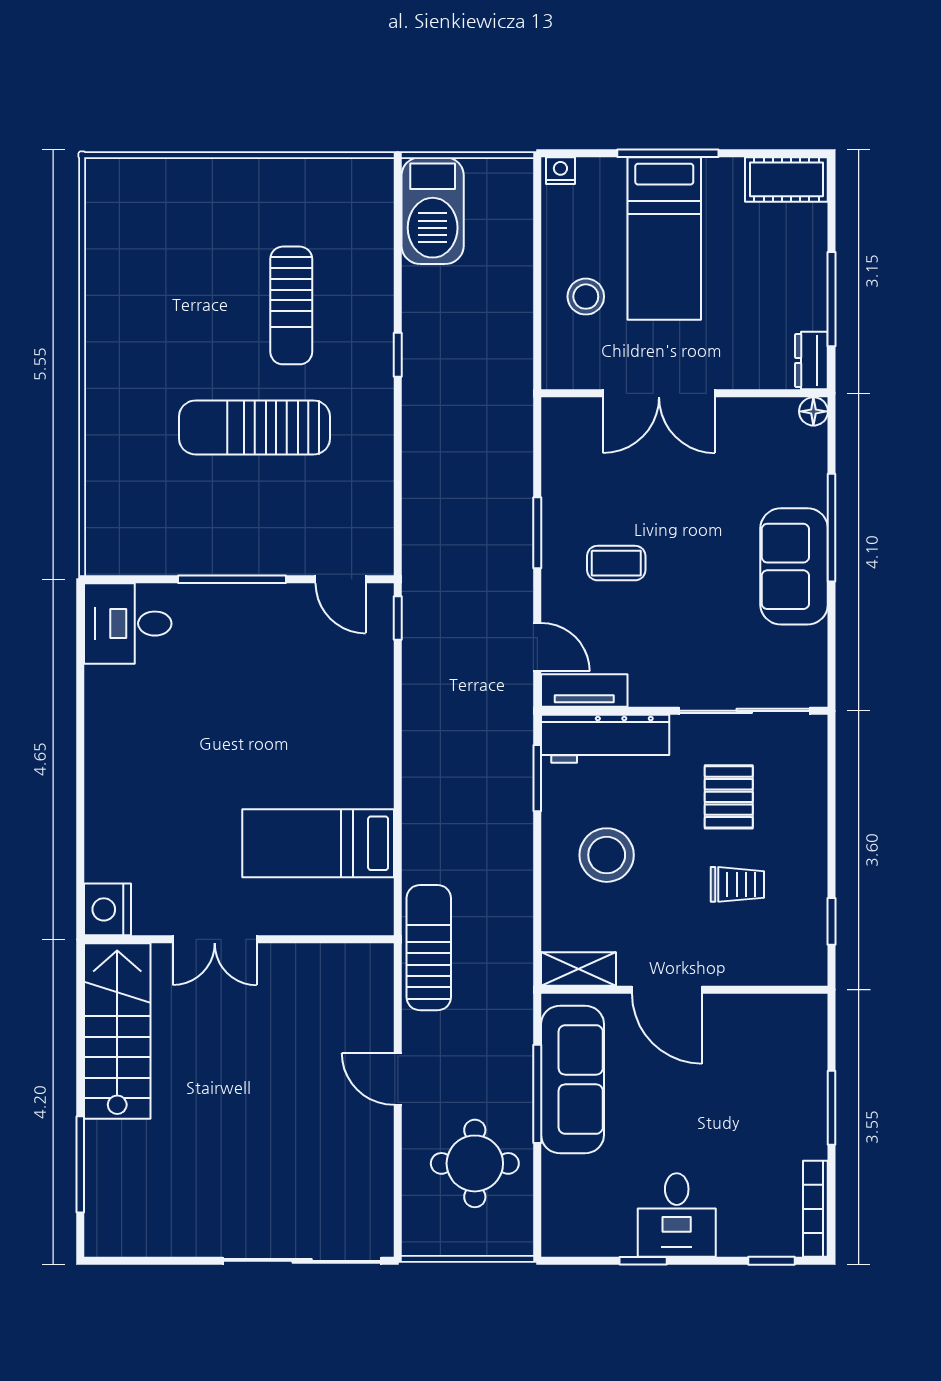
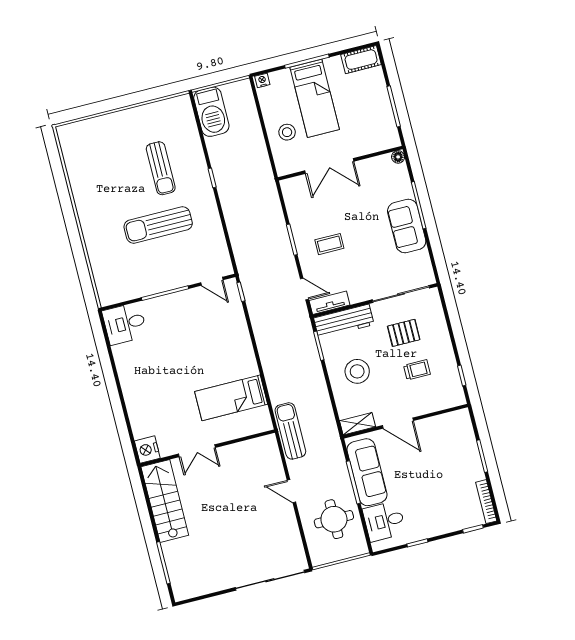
dresser: (811, 360) -> (392, 135), removed
pallet: (729, 797) -> (404, 333), turned 90
desk: (677, 1215) -> (384, 521), moved, turned 90

